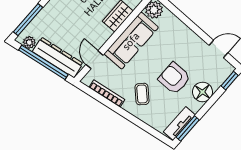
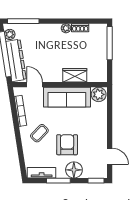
door: (94, 60) -> (35, 85), hinge flipped
window: (188, 128) -> (58, 181), moved

